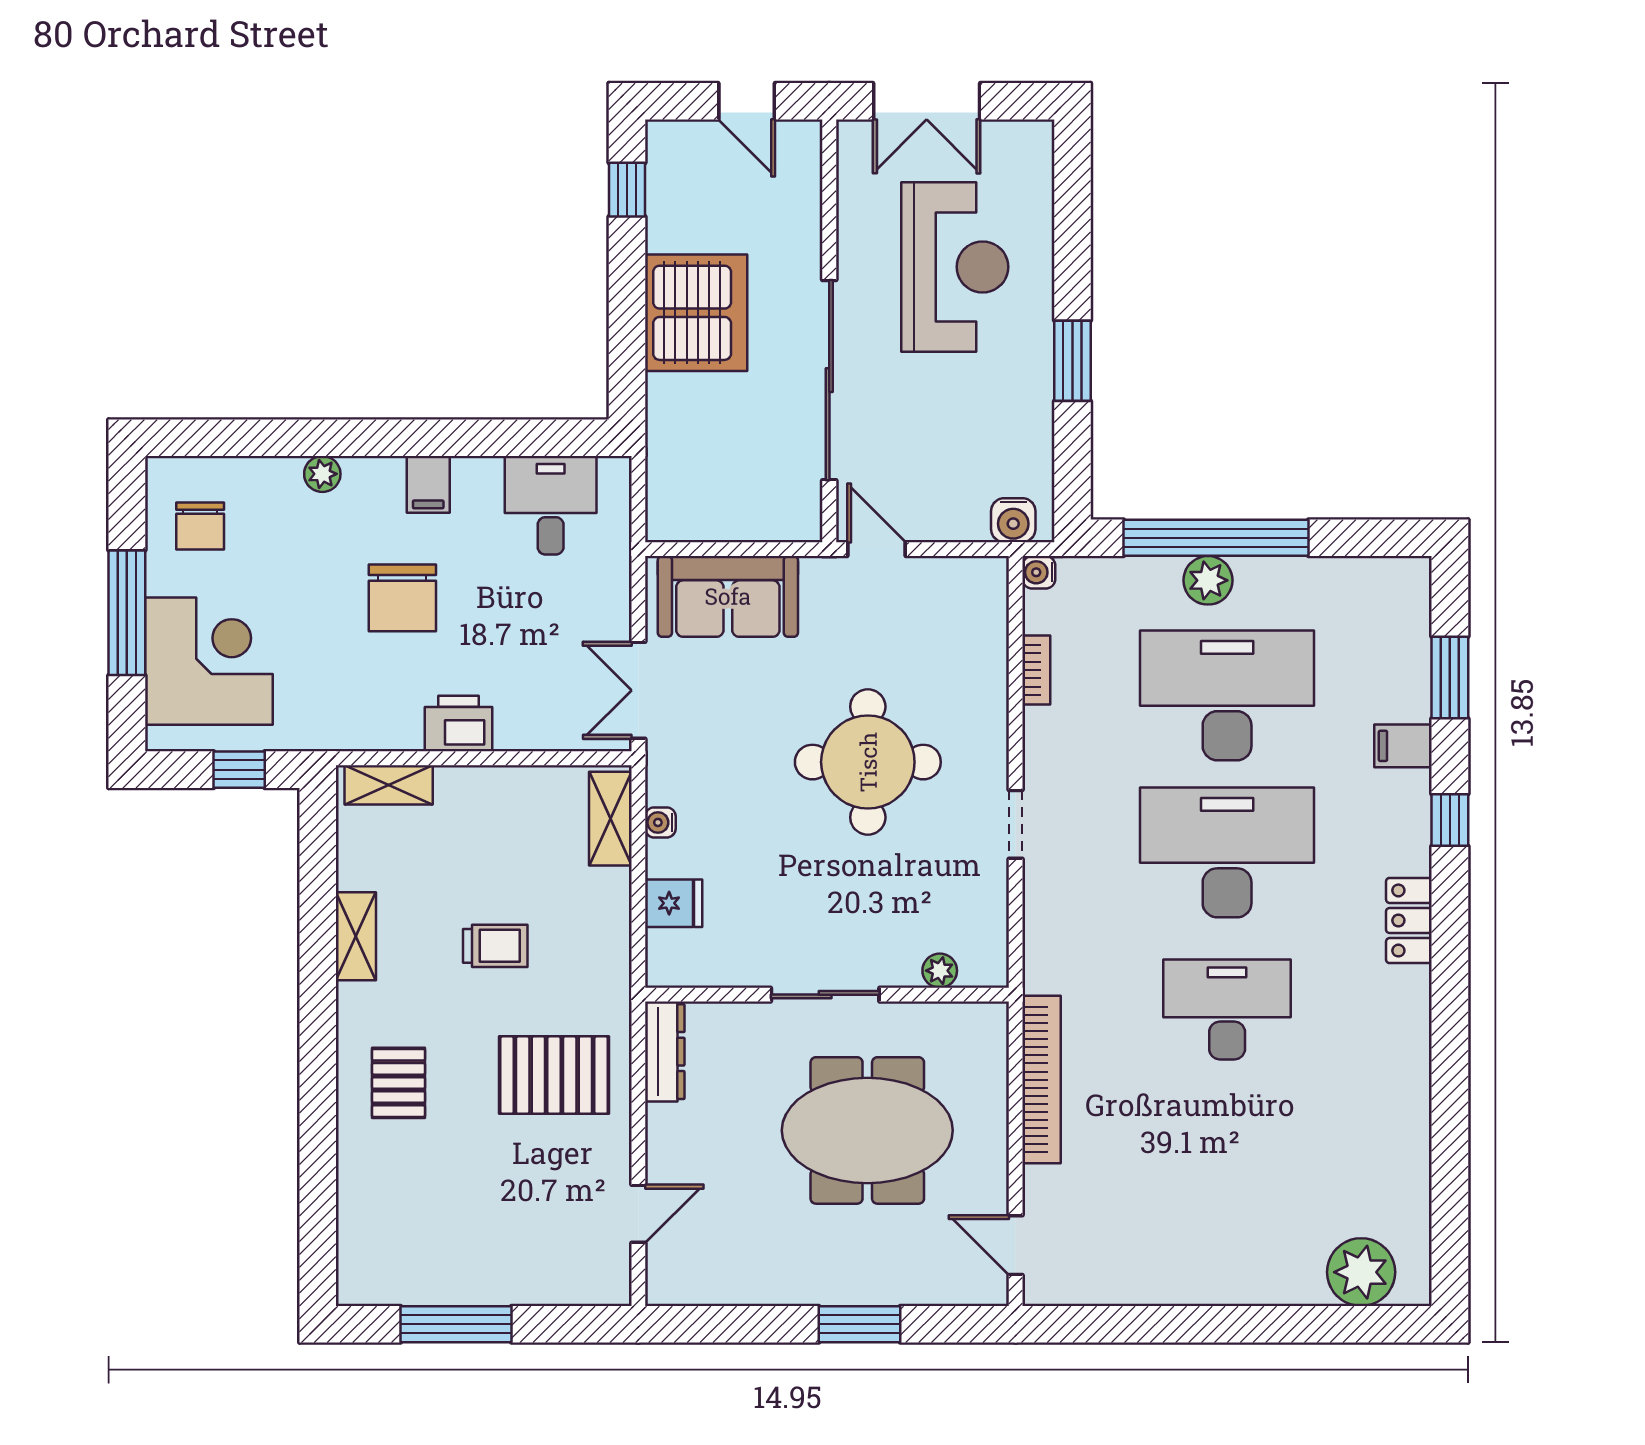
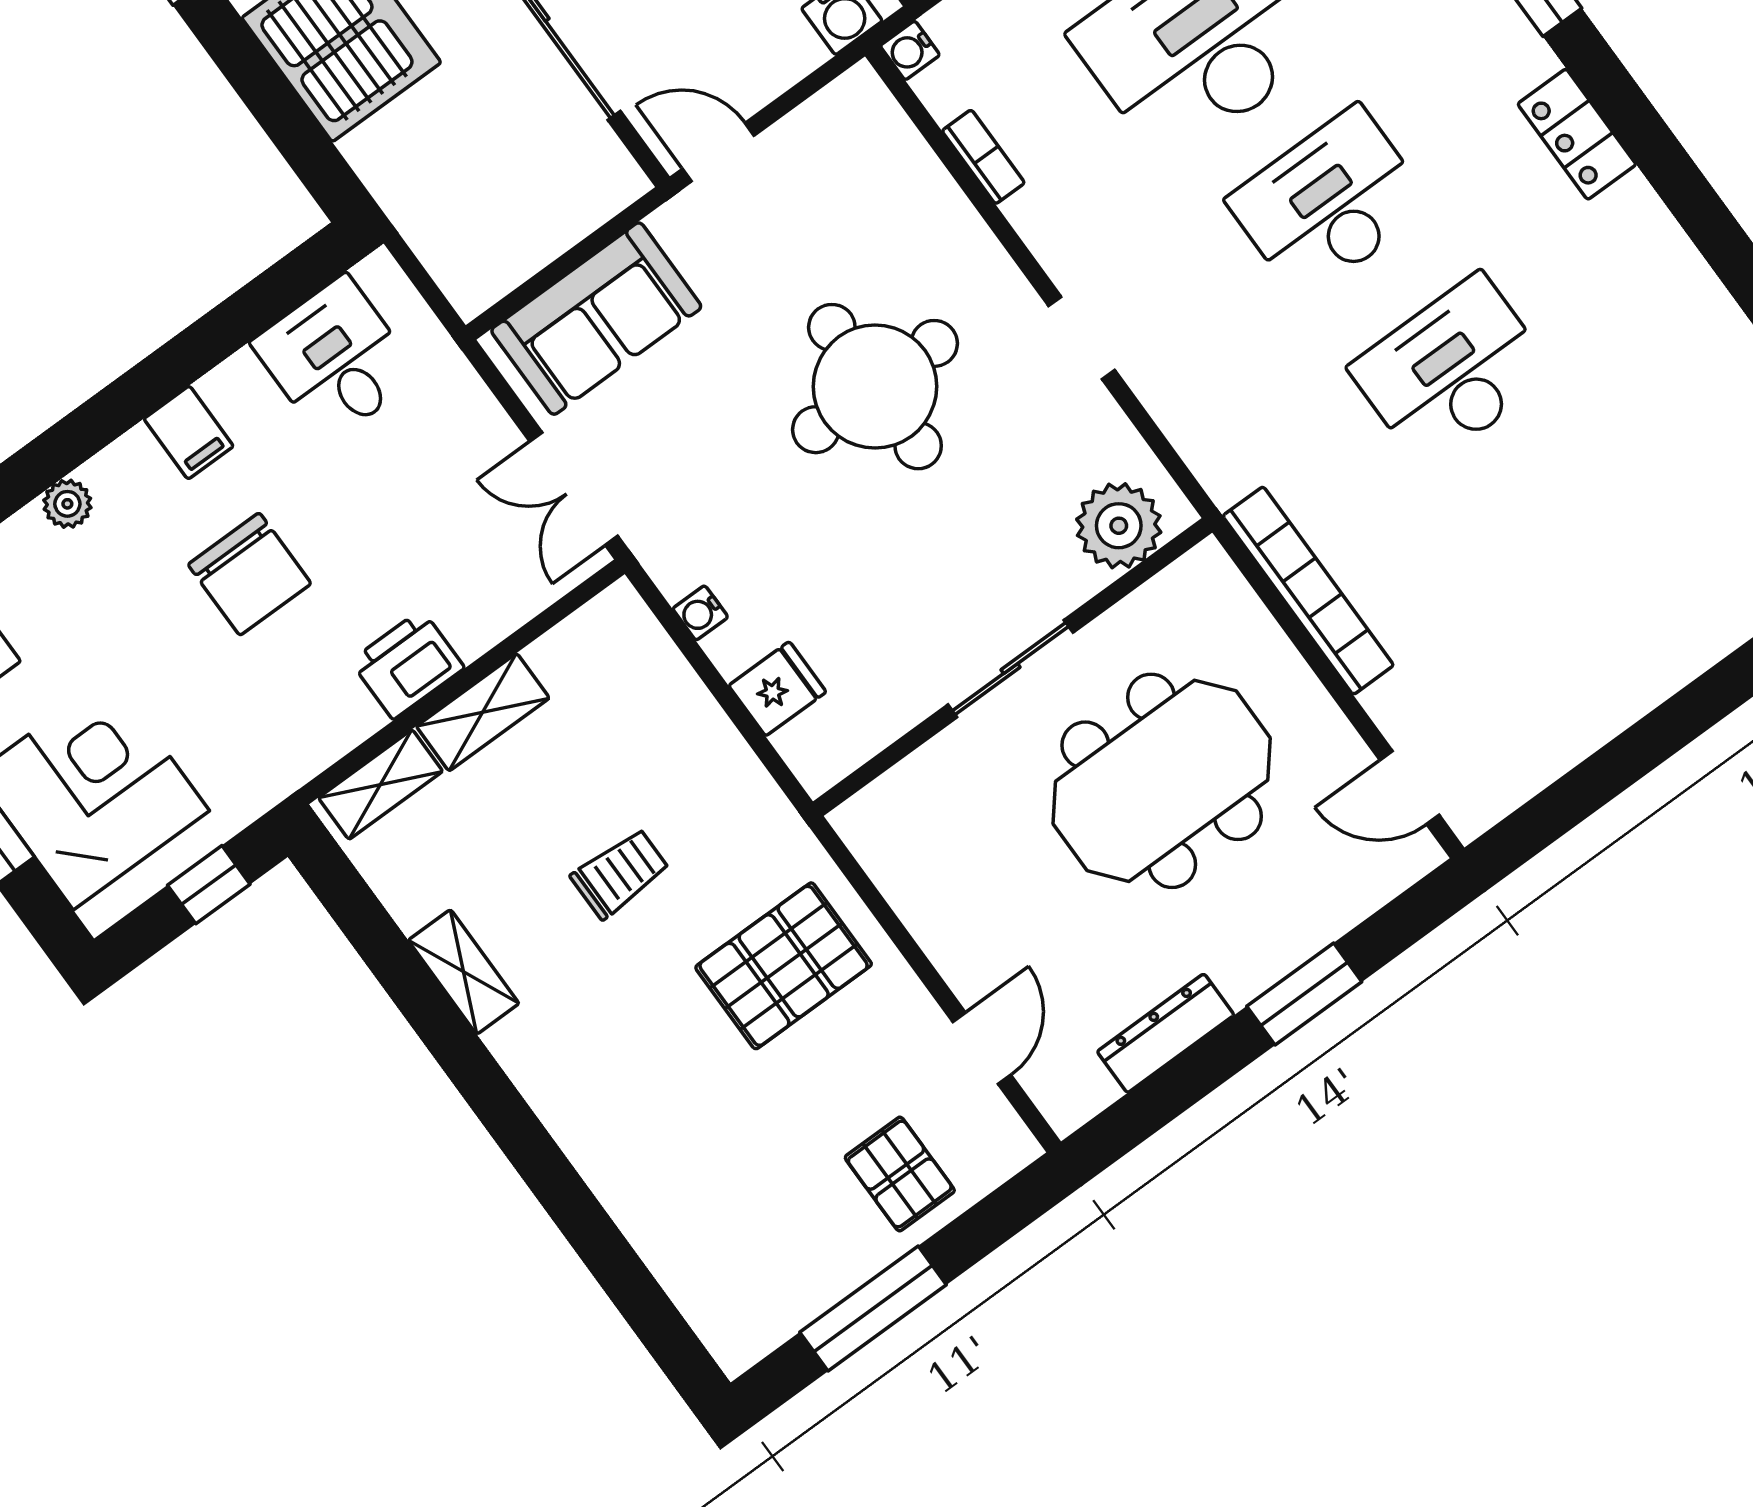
shelving: (610, 819) -> (483, 712), moved, turned 90
desk: (1227, 852) -> (1329, 203), width x0.73, depth x0.77
plant: (940, 971) -> (1119, 526), width x1.87, depth x1.87
dresser: (665, 1052) -> (1166, 1033), moved, turned -90
pallet: (399, 1083) -> (900, 1174), moved

